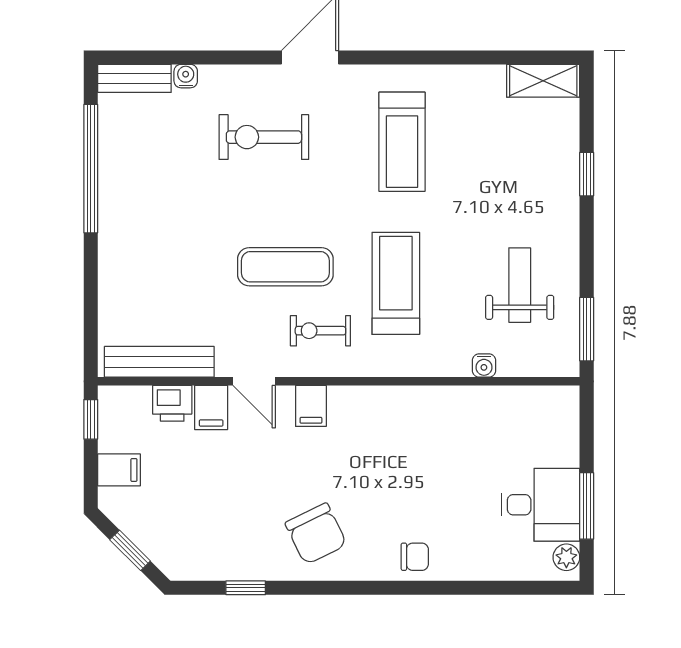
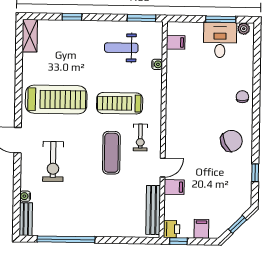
treadmill: (402, 142) -> (56, 100), width x1.37, depth x1.38
printer: (172, 403) -> (171, 229), moved
filing cabinet: (311, 406) -> (176, 42), moved

